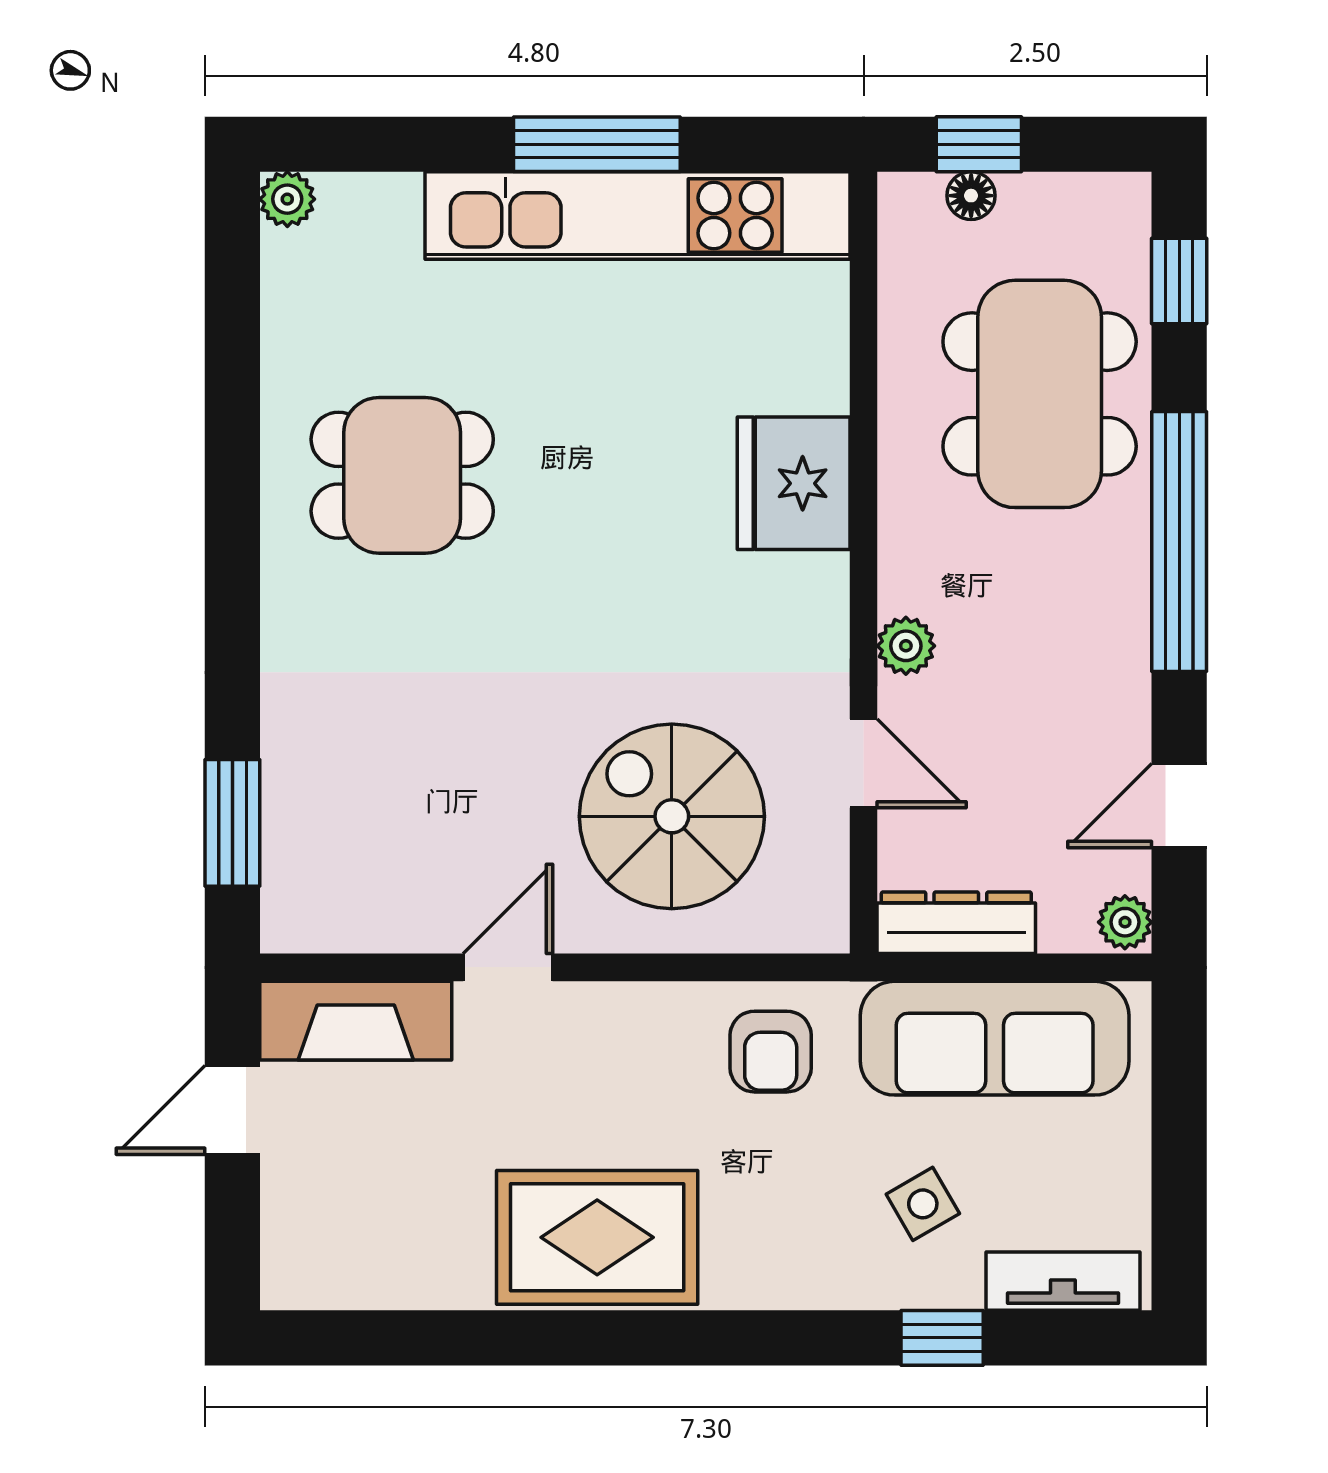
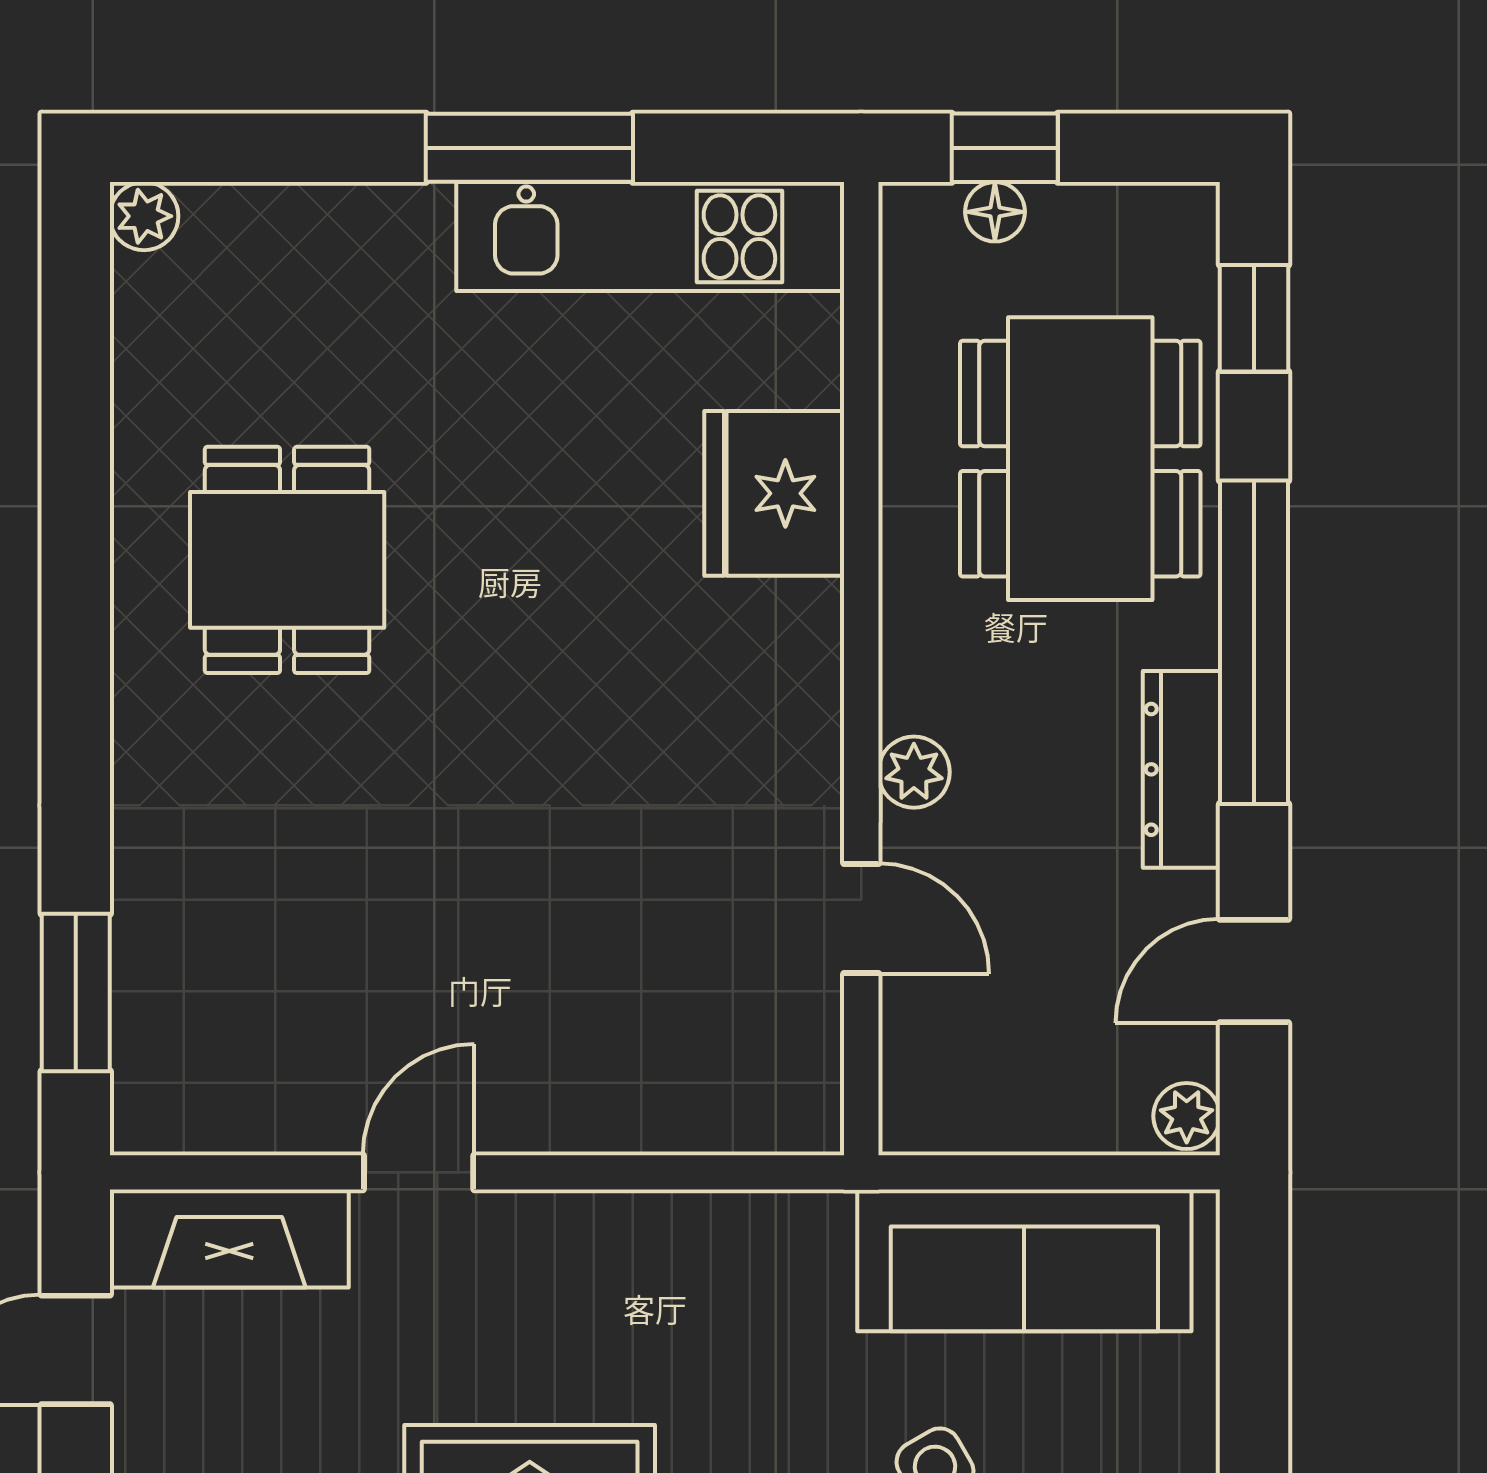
kitchen unit: (637, 216) -> (650, 237), width x0.73
dining table: (402, 475) -> (287, 560), turned 90
fridge: (794, 483) -> (774, 493), moved
spiral stairs: (672, 816) -> (623, 984), removed
dresser: (956, 923) -> (1181, 769), moved, turned -90
armchair: (771, 1052) -> (746, 1277), removed

